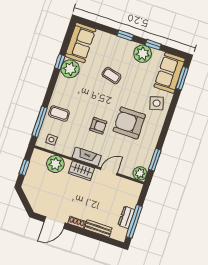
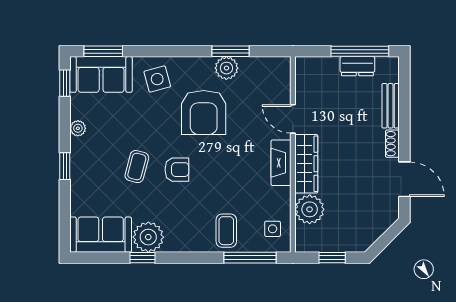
window: (153, 45) -> (65, 83), moved
plant: (143, 54) -> (78, 128), width x0.53, depth x0.53
armchair: (98, 126) -> (177, 170), moved, turned 90
window: (155, 160) -> (230, 51), moved
wardrobe: (81, 171) -> (306, 164), width x1.50
plant: (140, 173) -> (226, 68), moved

